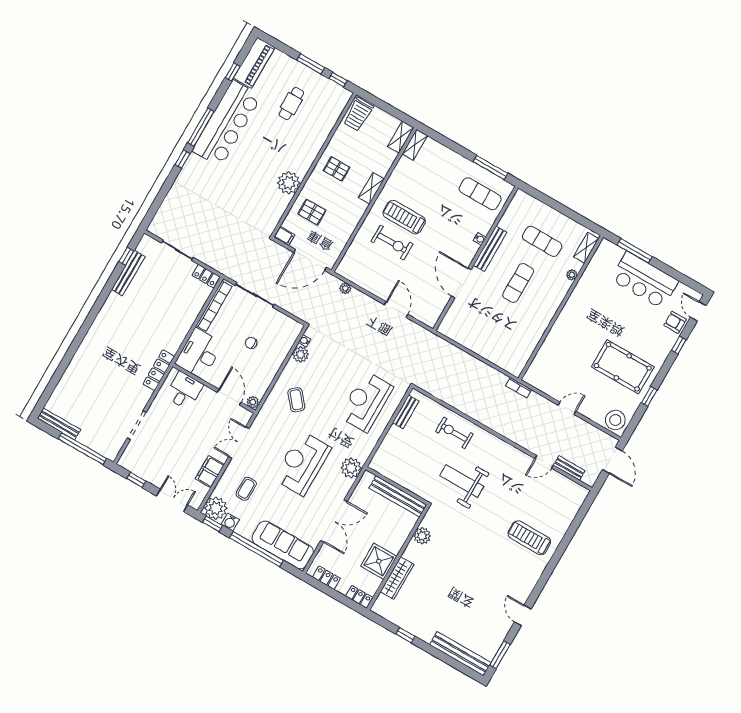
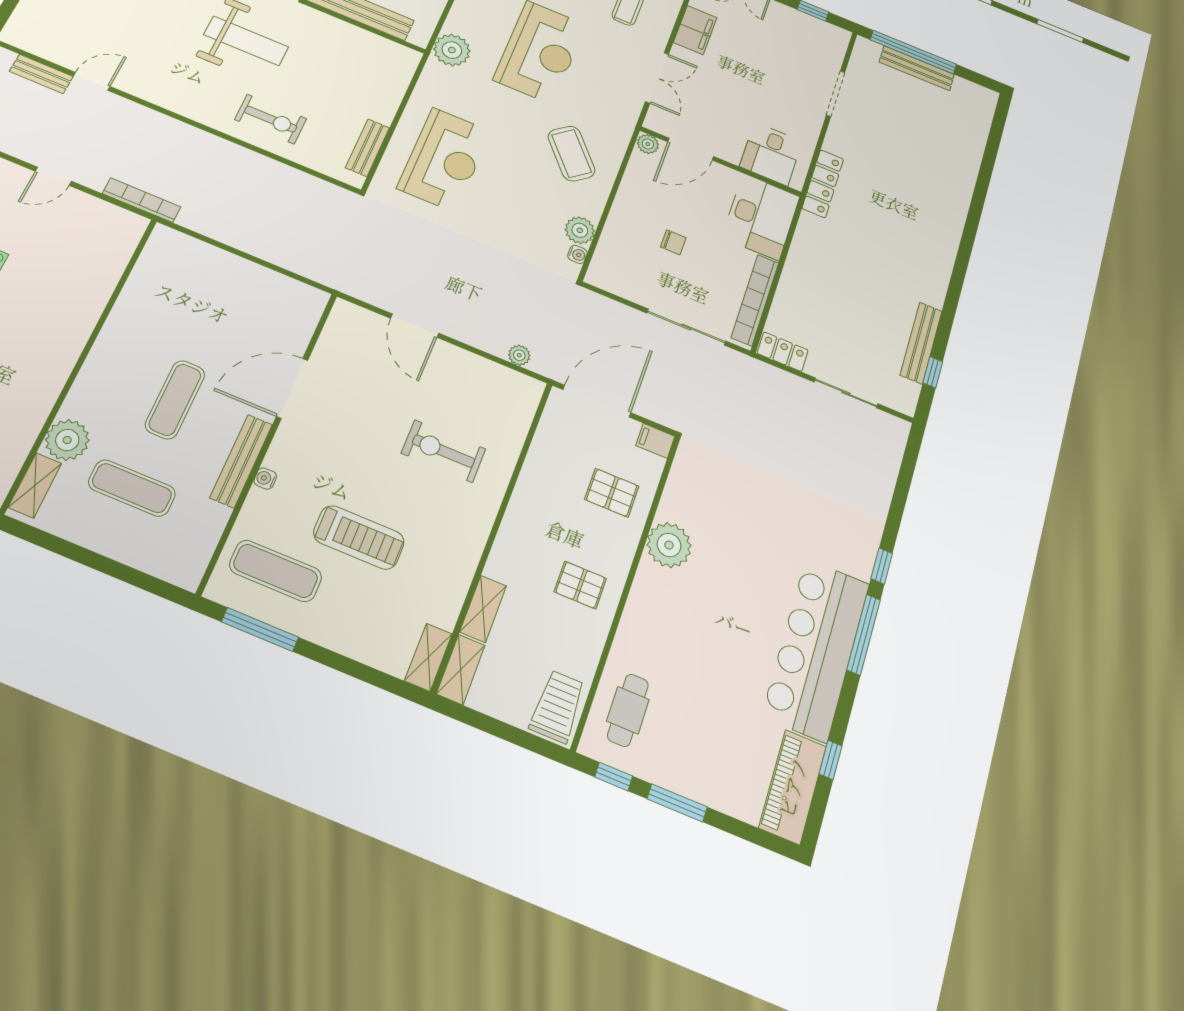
cafe table: (291, 104) -> (628, 710), moved
shelving: (371, 188) -> (483, 609), moved
treadmill: (404, 217) -> (359, 537), moved
plant: (572, 275) -> (67, 440), width x1.88, depth x1.88
door: (461, 283) -> (292, 388), swing flipped
bookcase: (519, 388) -> (142, 200), width x1.56
door: (229, 397) -> (691, 149), hinge flipped
coffee table: (296, 400) -> (571, 154), width x1.36, depth x1.30
bench: (59, 424) -> (917, 68), moved

